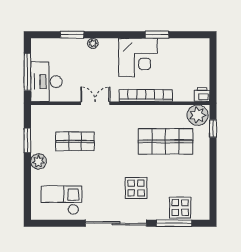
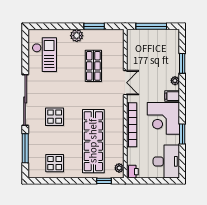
filing cabinet: (111, 47) -> (172, 96), added
desk: (46, 82) -> (166, 161), moved, turned 90
plant: (198, 115) -> (119, 168), width x0.53, depth x0.53
shop shelf: (165, 141) -> (93, 141), width x1.40
display table: (180, 207) -> (55, 163), moved

